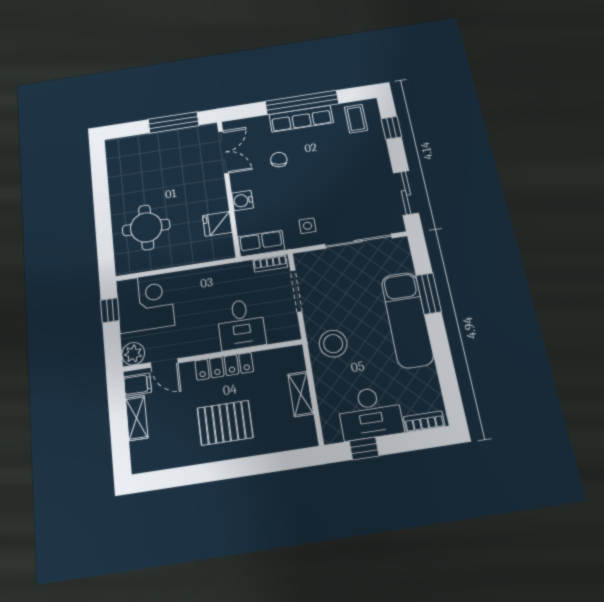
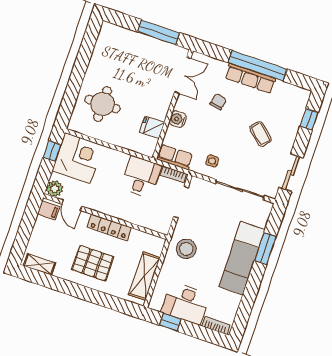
coffee table: (356, 119) -> (261, 134), moved, turned -49
desk: (241, 324) -> (141, 177), moved, turned 180
shelving: (301, 394) -> (144, 276), width x1.50, depth x1.33
shelving: (137, 418) -> (40, 264), moved, turned 90

